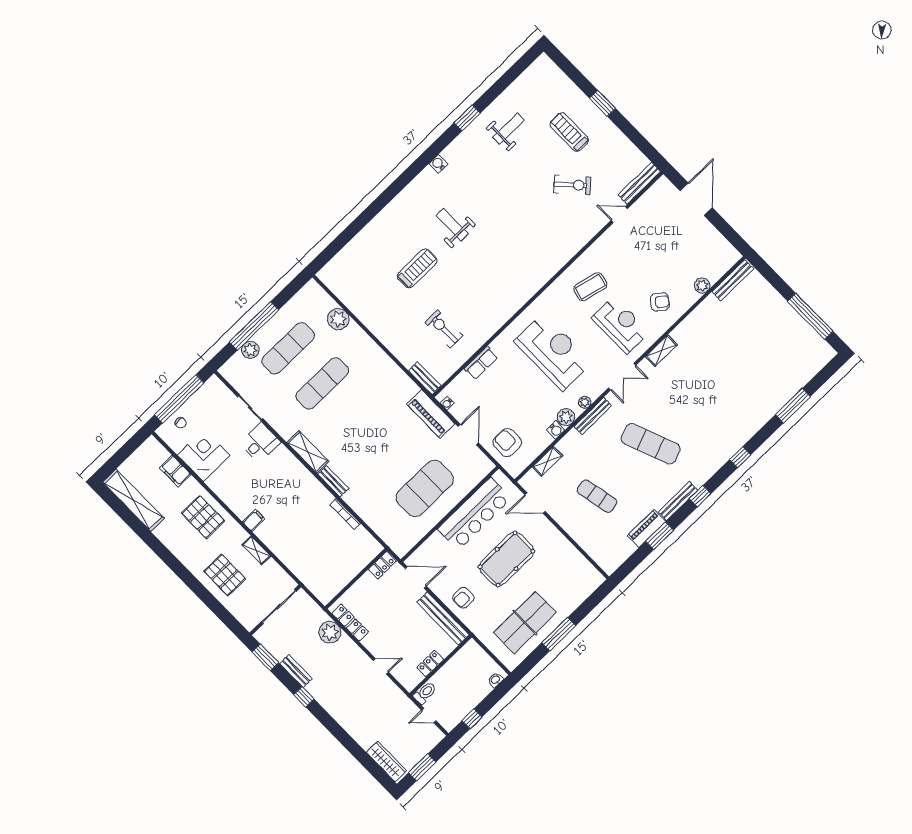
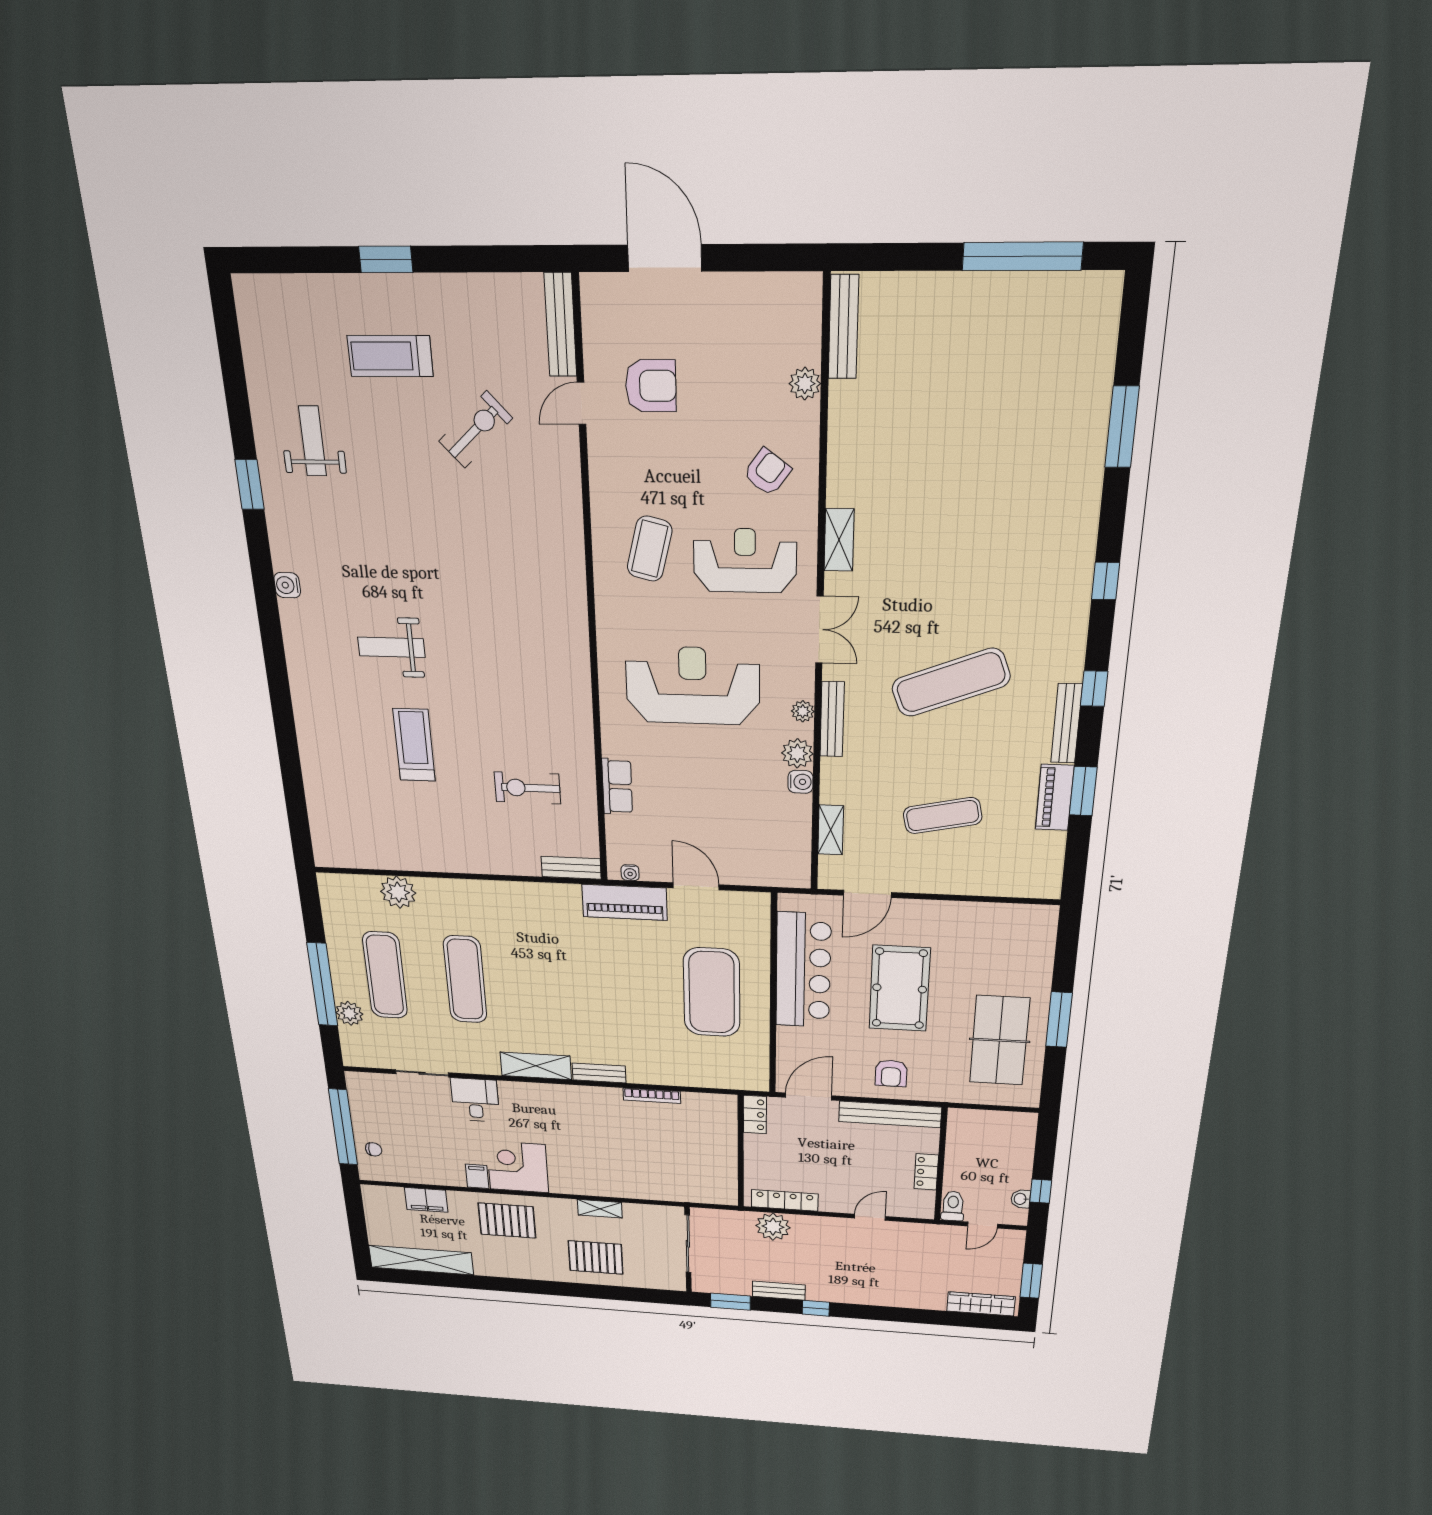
armchair: (507, 442) -> (651, 386), moved, turned 180
corner desk: (204, 455) -> (517, 1167), moved
filing cabinet: (254, 520) -> (477, 1176), moved
washbasin: (496, 680) -> (1021, 1199), moved

